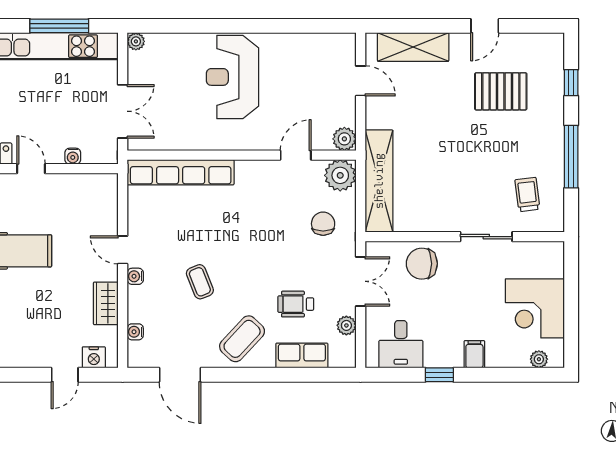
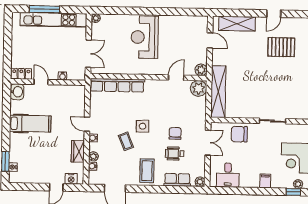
window: (59, 26) -> (44, 9), moved
trolley: (527, 195) -> (294, 100), removed
chair: (323, 224) -> (175, 133), moved
side table: (232, 252) -> (143, 126), added
plant: (137, 313) -> (93, 156), added
plant: (346, 325) -> (200, 182), moved
coffee table: (242, 339) -> (147, 171), turned -43
window: (439, 375) -> (293, 192), moved

